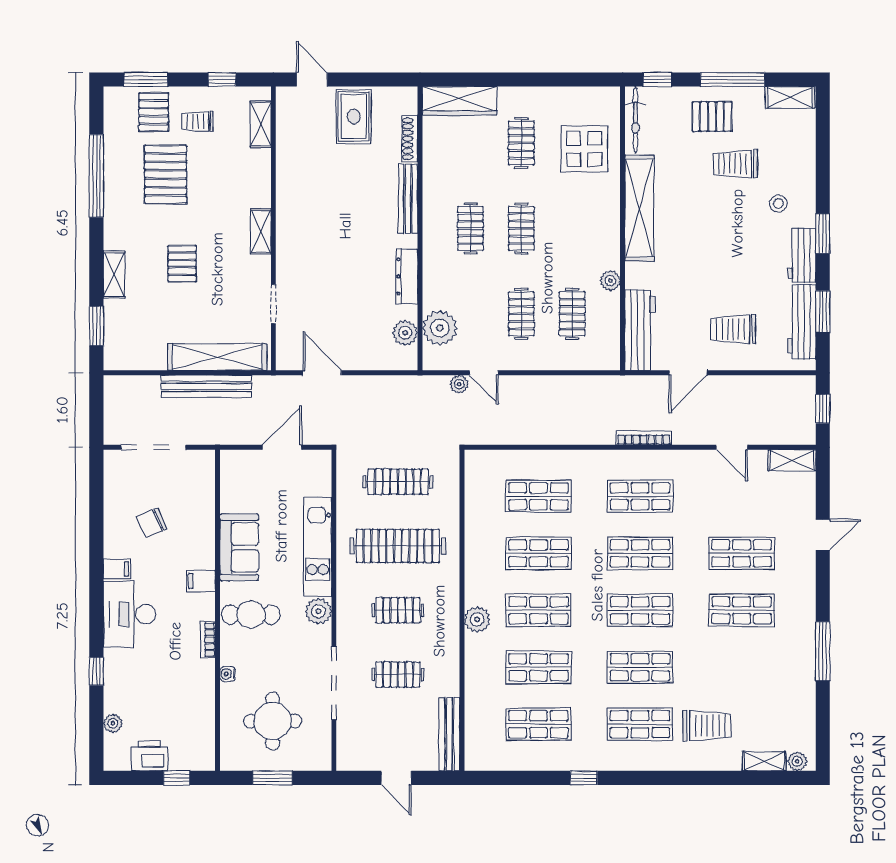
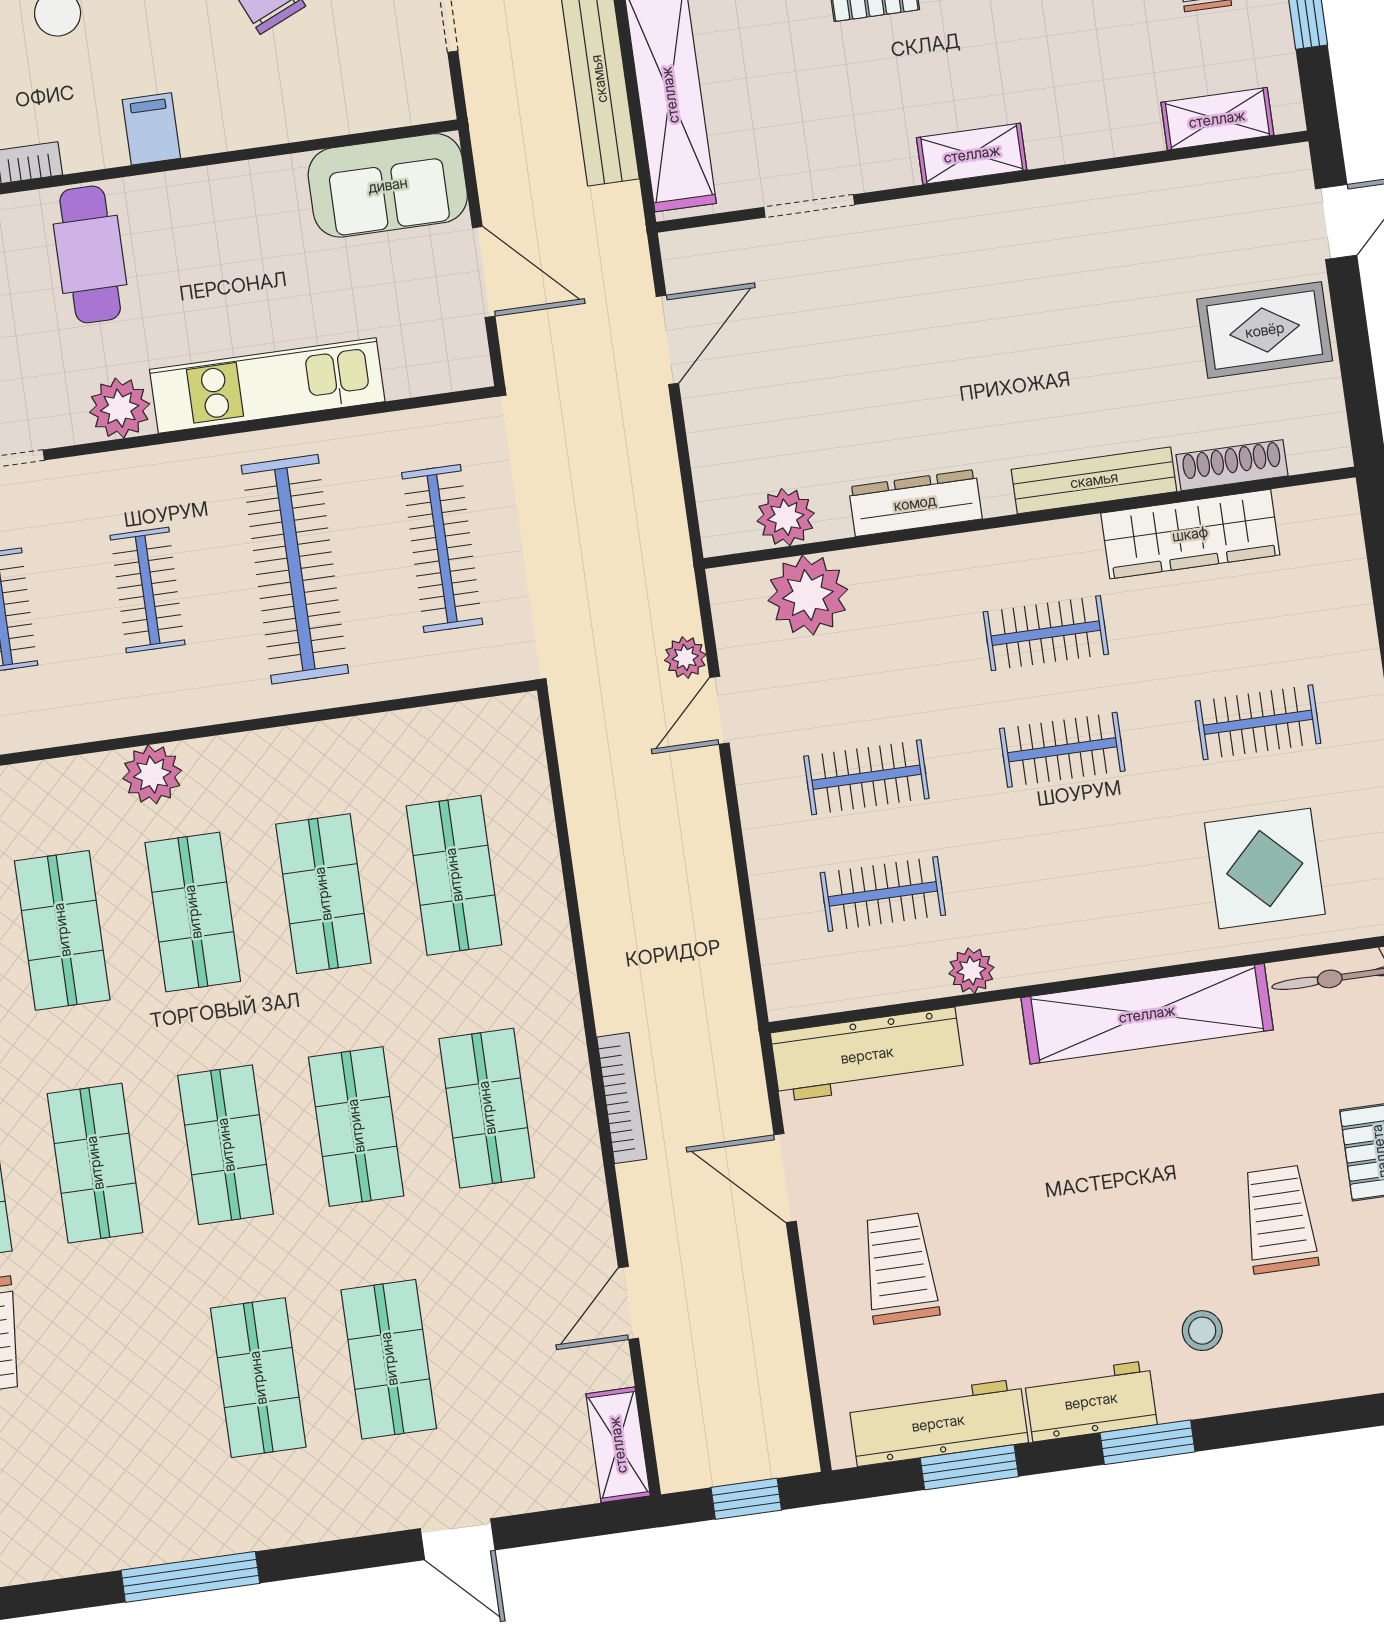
wardrobe: (459, 101) -> (1190, 534), moved, turned -90
sofa: (239, 547) -> (388, 185), moved

